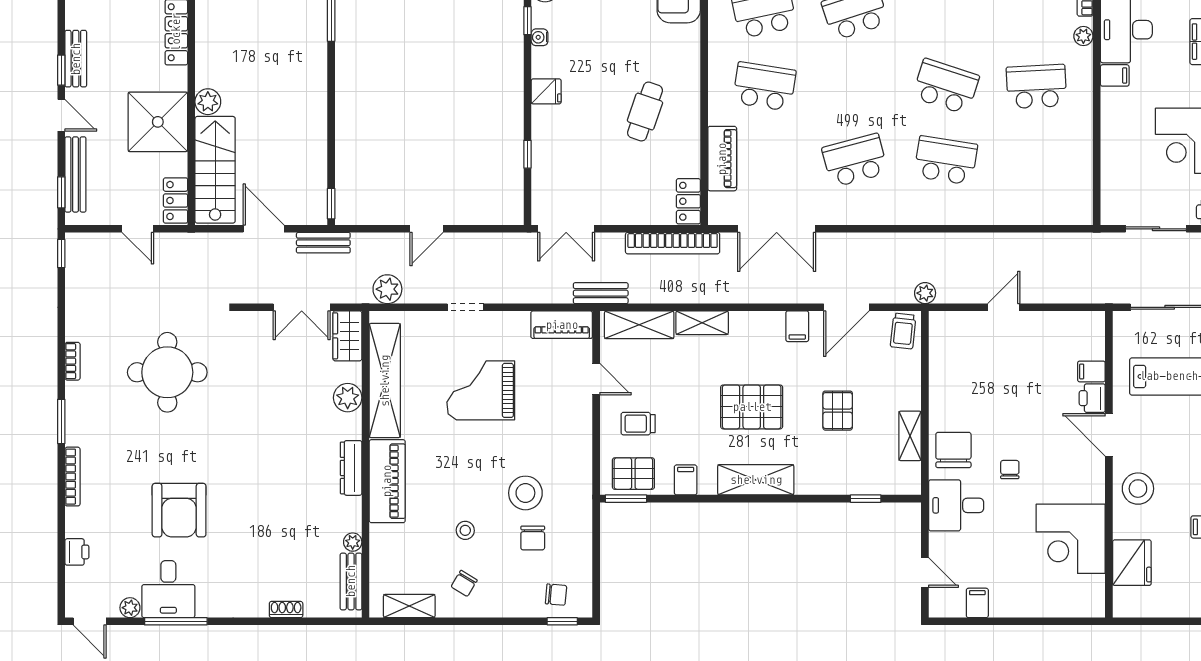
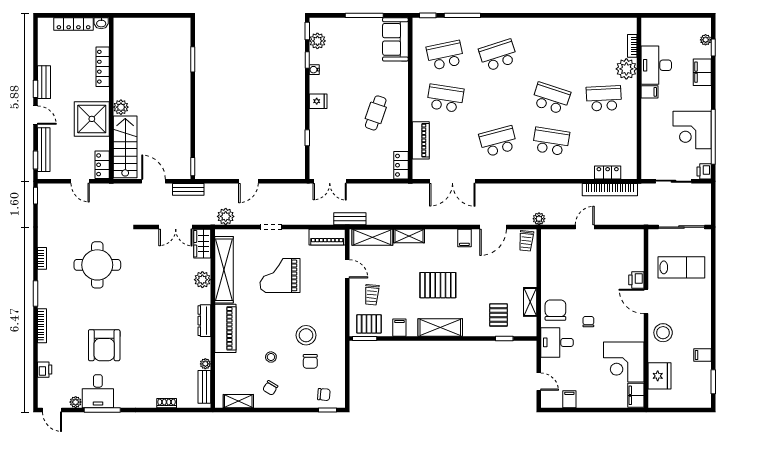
plant: (1083, 36) -> (626, 69), width x1.88, depth x1.88
locker: (1043, 214) -> (608, 172), added
bookcase: (673, 243) -> (610, 190), moved
filing cabinet: (1091, 371) -> (636, 395), moved, width x2.00
pallet: (838, 411) -> (498, 315), moved
trolley: (638, 424) -> (372, 295), turned -85

